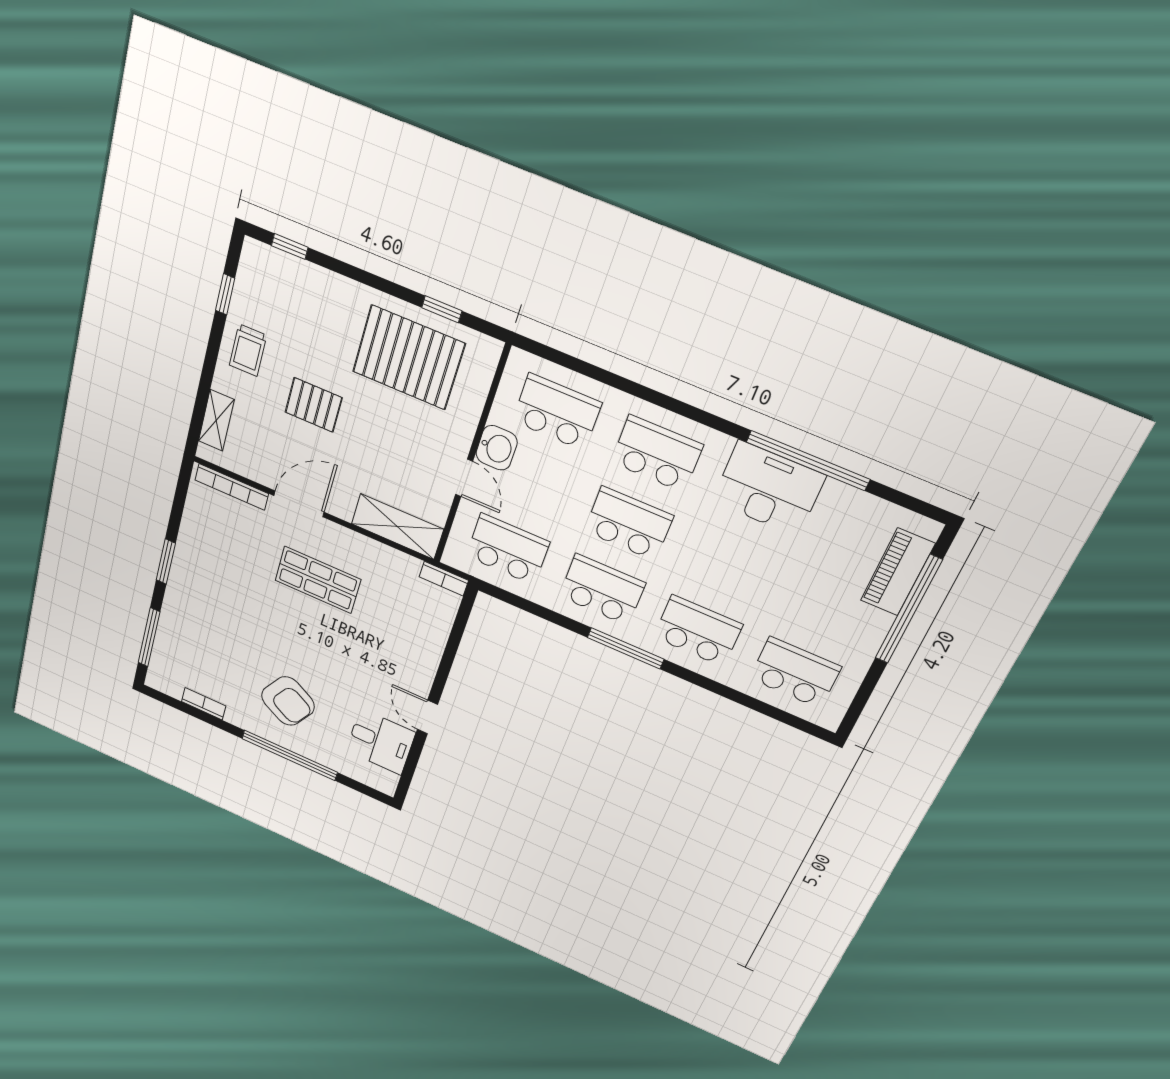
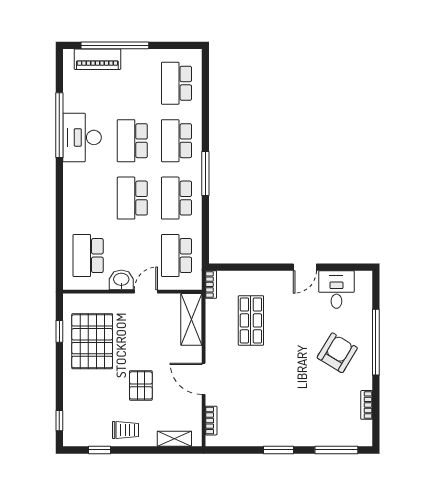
school desk: (657, 454) -> (132, 141), moved
bookcase: (232, 487) -> (211, 421), width x0.64
shop shelf: (318, 580) -> (251, 320), moved

